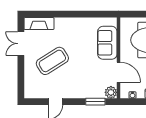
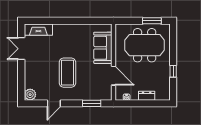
coffee table: (52, 61) -> (67, 73), moved, turned -58
plant: (111, 92) -> (30, 95), moved

